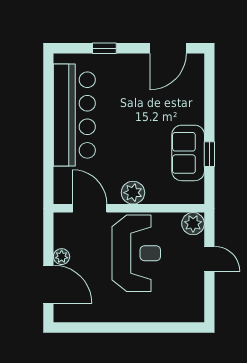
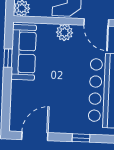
sofa: (188, 153) -> (24, 52), width x1.36

